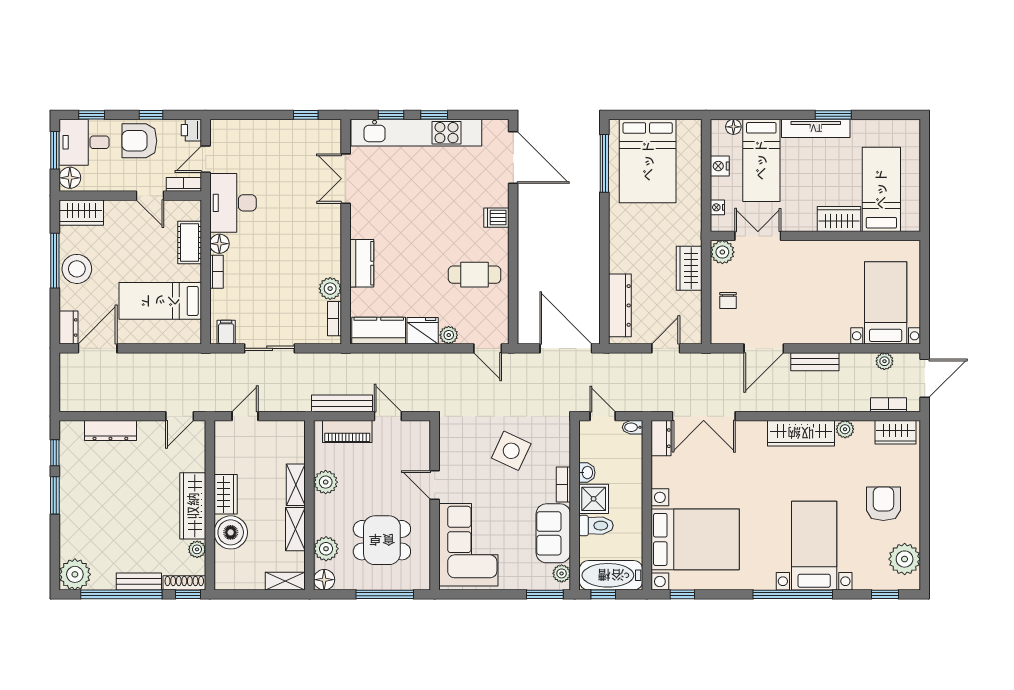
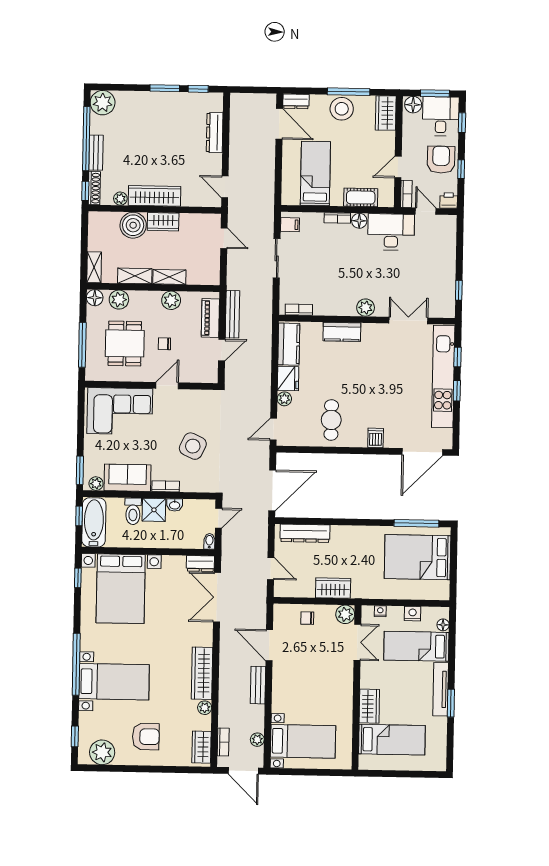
plant: (330, 289) -> (366, 308), moved
chair: (381, 490) -> (164, 344), added

